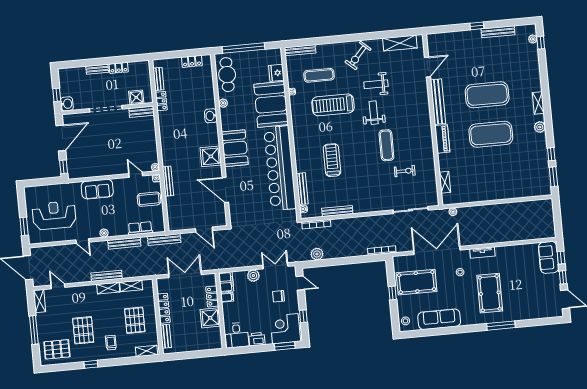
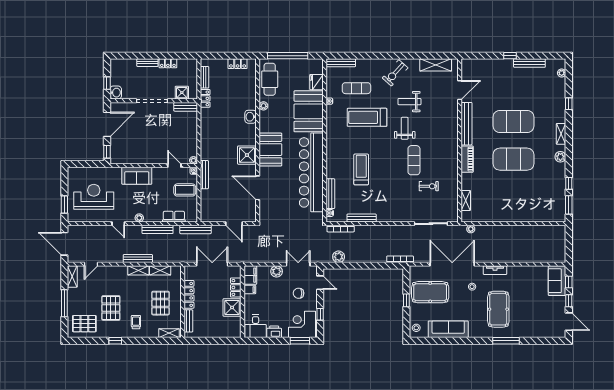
window: (541, 43) -> (569, 104), moved
door: (58, 286) -> (91, 264), swing flipped

